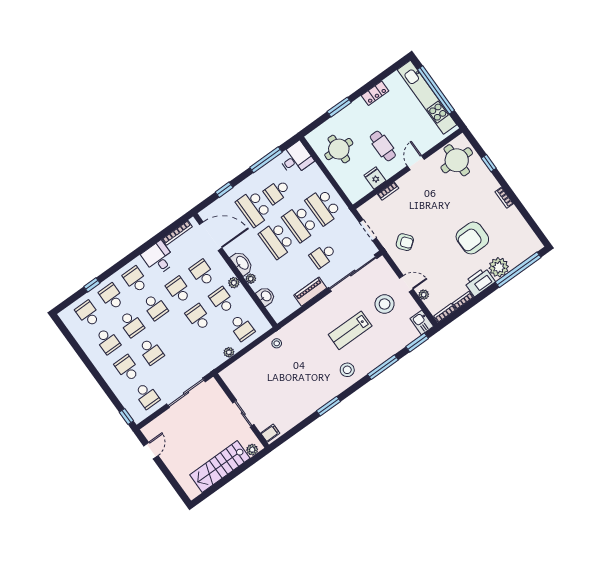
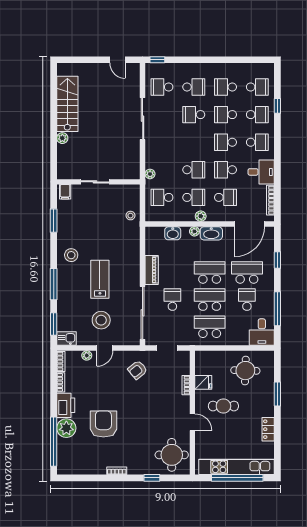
school desk: (179, 290) -> (226, 170), turned 180
wall: (241, 411) -> (98, 182), moved
sliding door: (243, 414) -> (95, 182), moved
filing cabinet: (270, 433) -> (65, 192), moved

